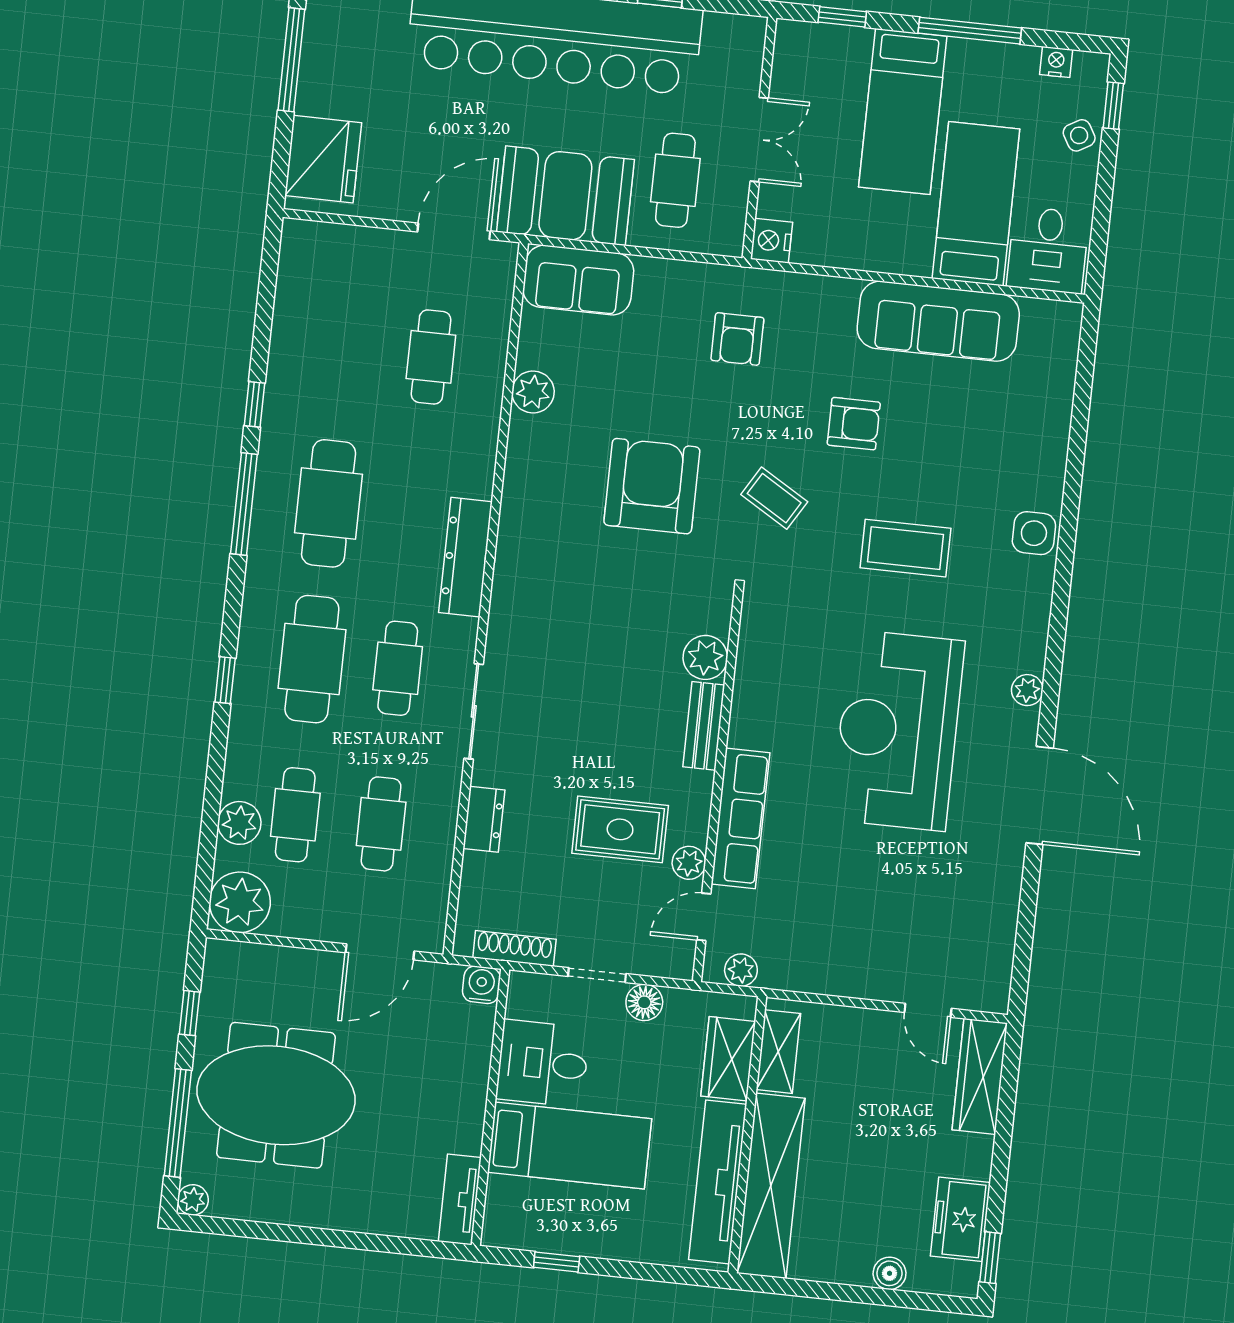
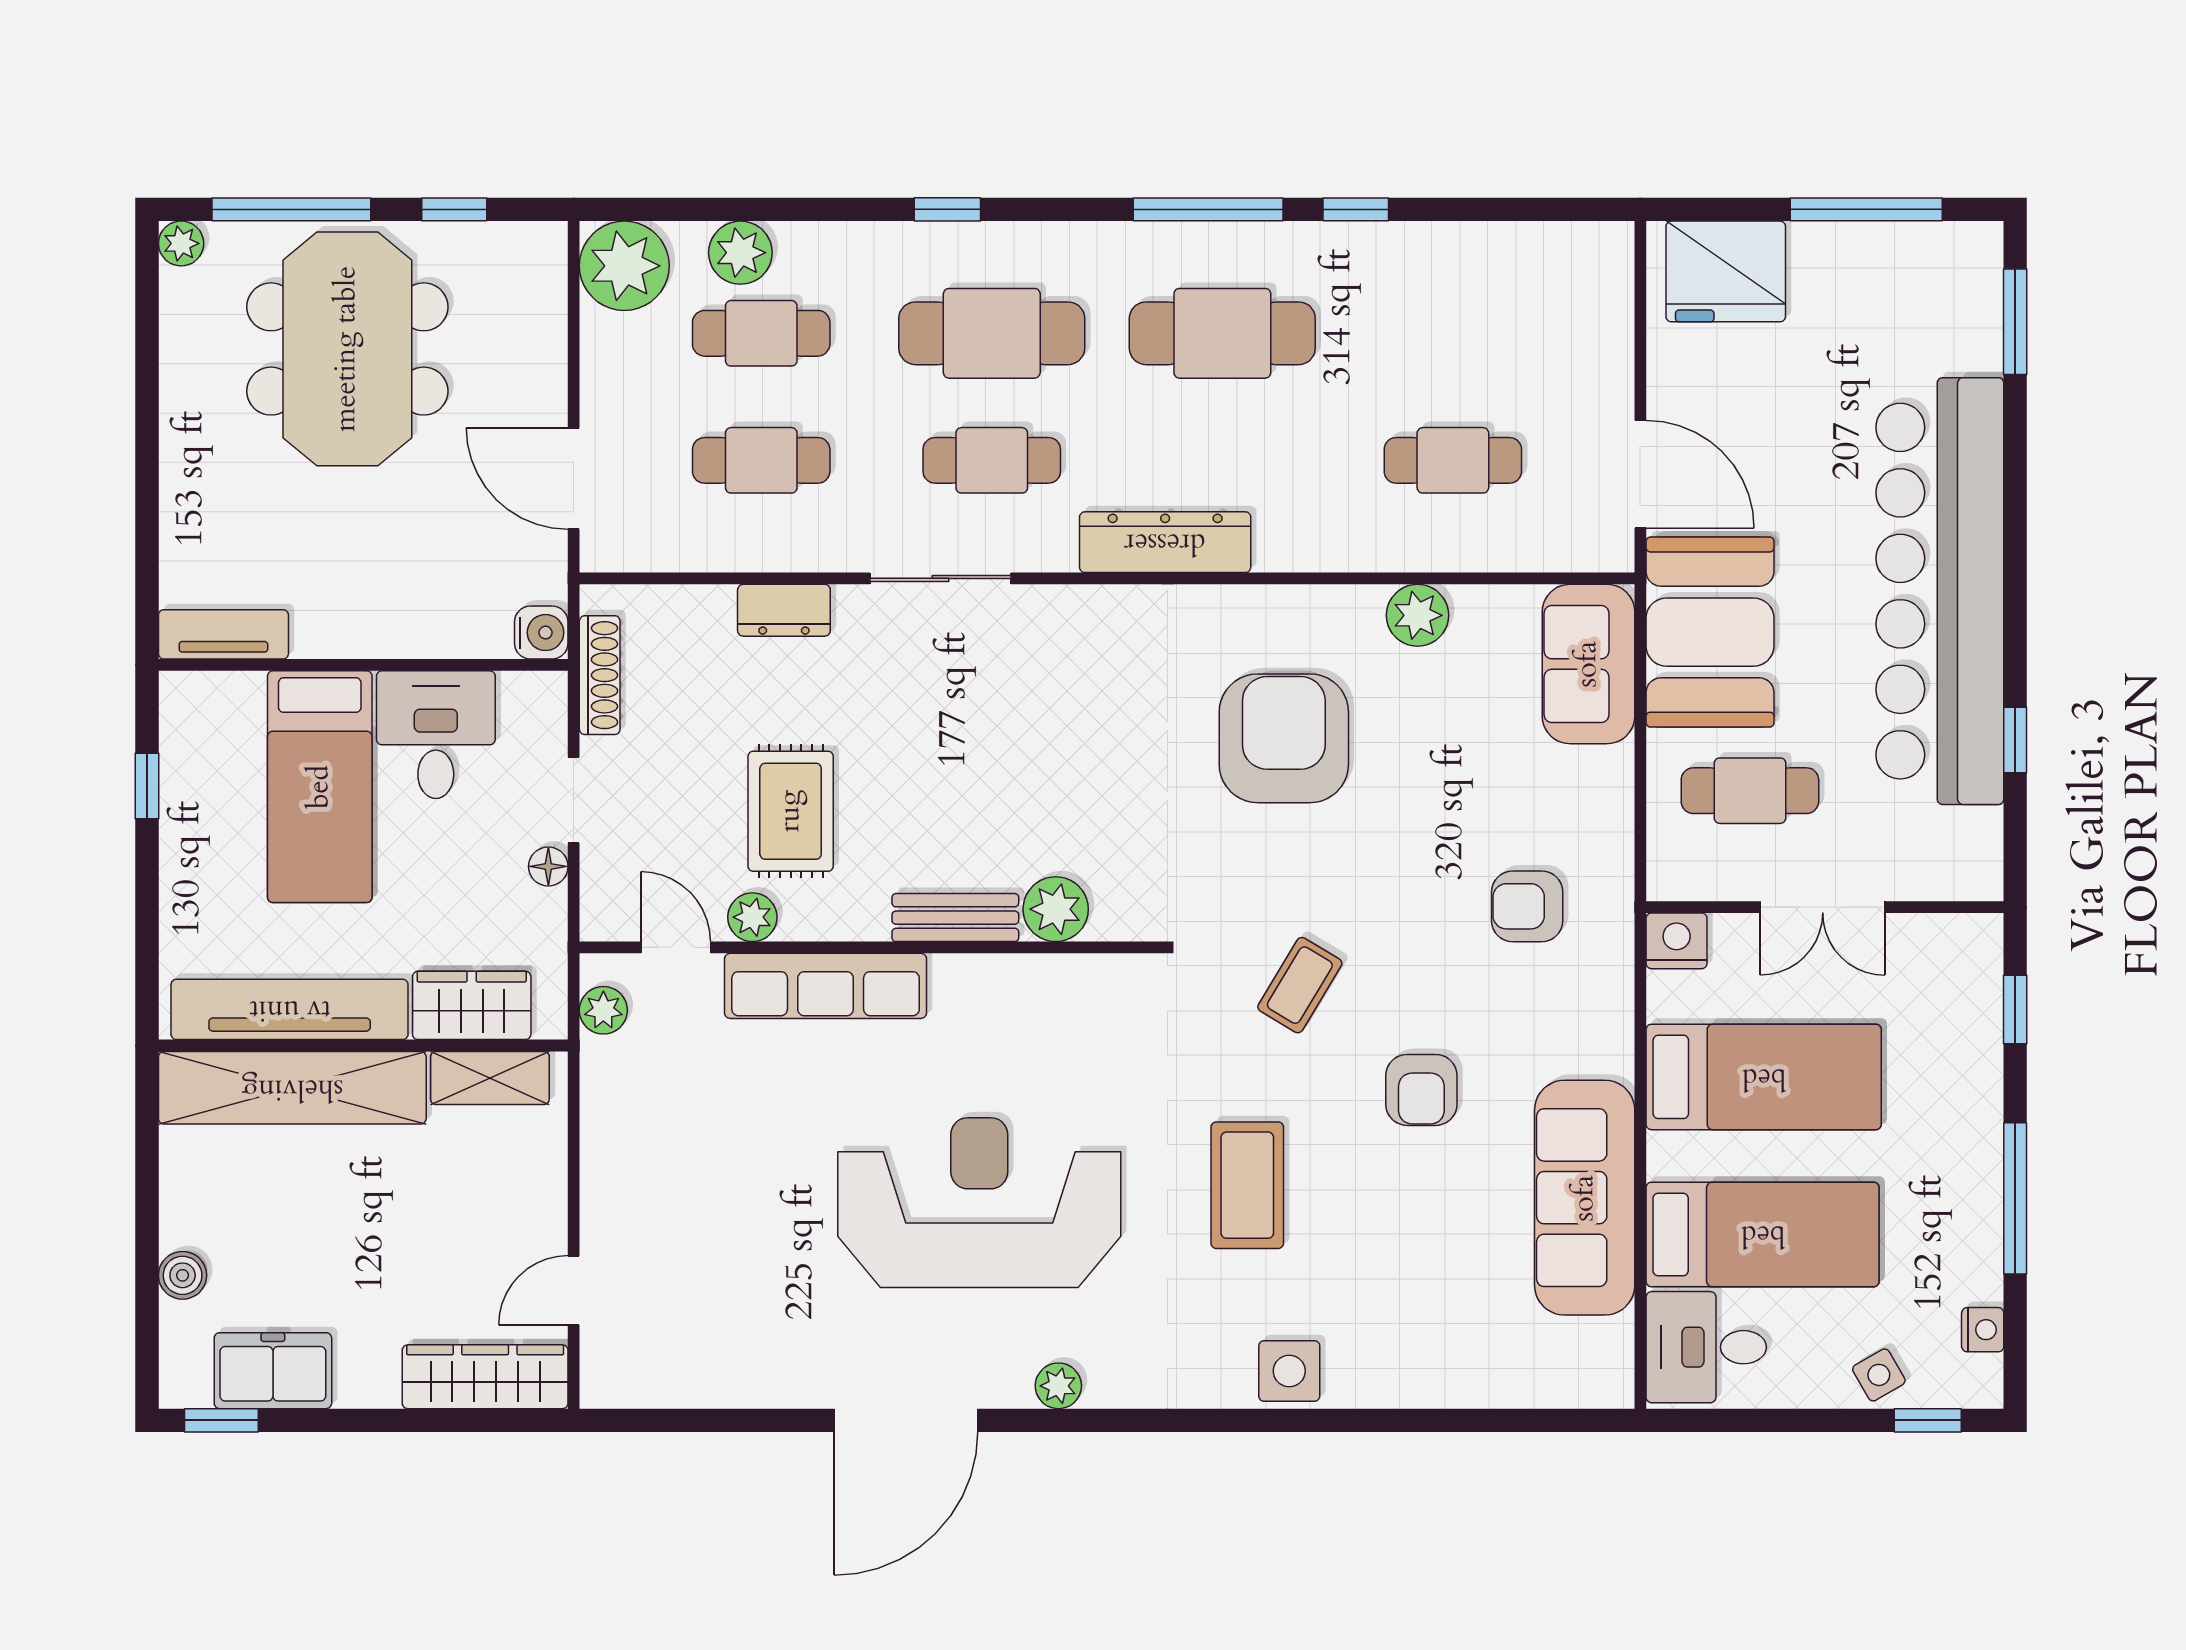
bed: (903, 112) -> (1764, 1077), moved, turned 180
armchair: (652, 486) -> (1284, 738), moved, turned -90
floor lamp: (644, 1002) -> (548, 866), width x0.73, depth x0.73

